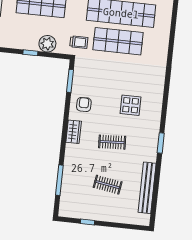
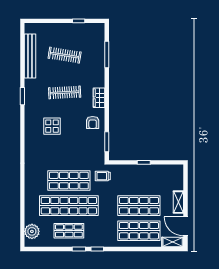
plant: (47, 44) -> (130, 172), removed
clothes rail: (112, 142) -> (65, 92), width x1.36
clothes rail: (108, 185) -> (65, 55), width x1.36

